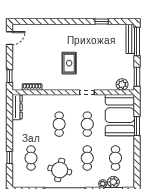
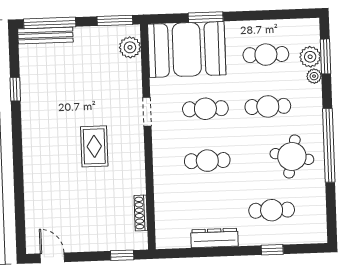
rug: (69, 63) -> (94, 146), turned 90
dresser: (17, 107) -> (214, 238), moved

